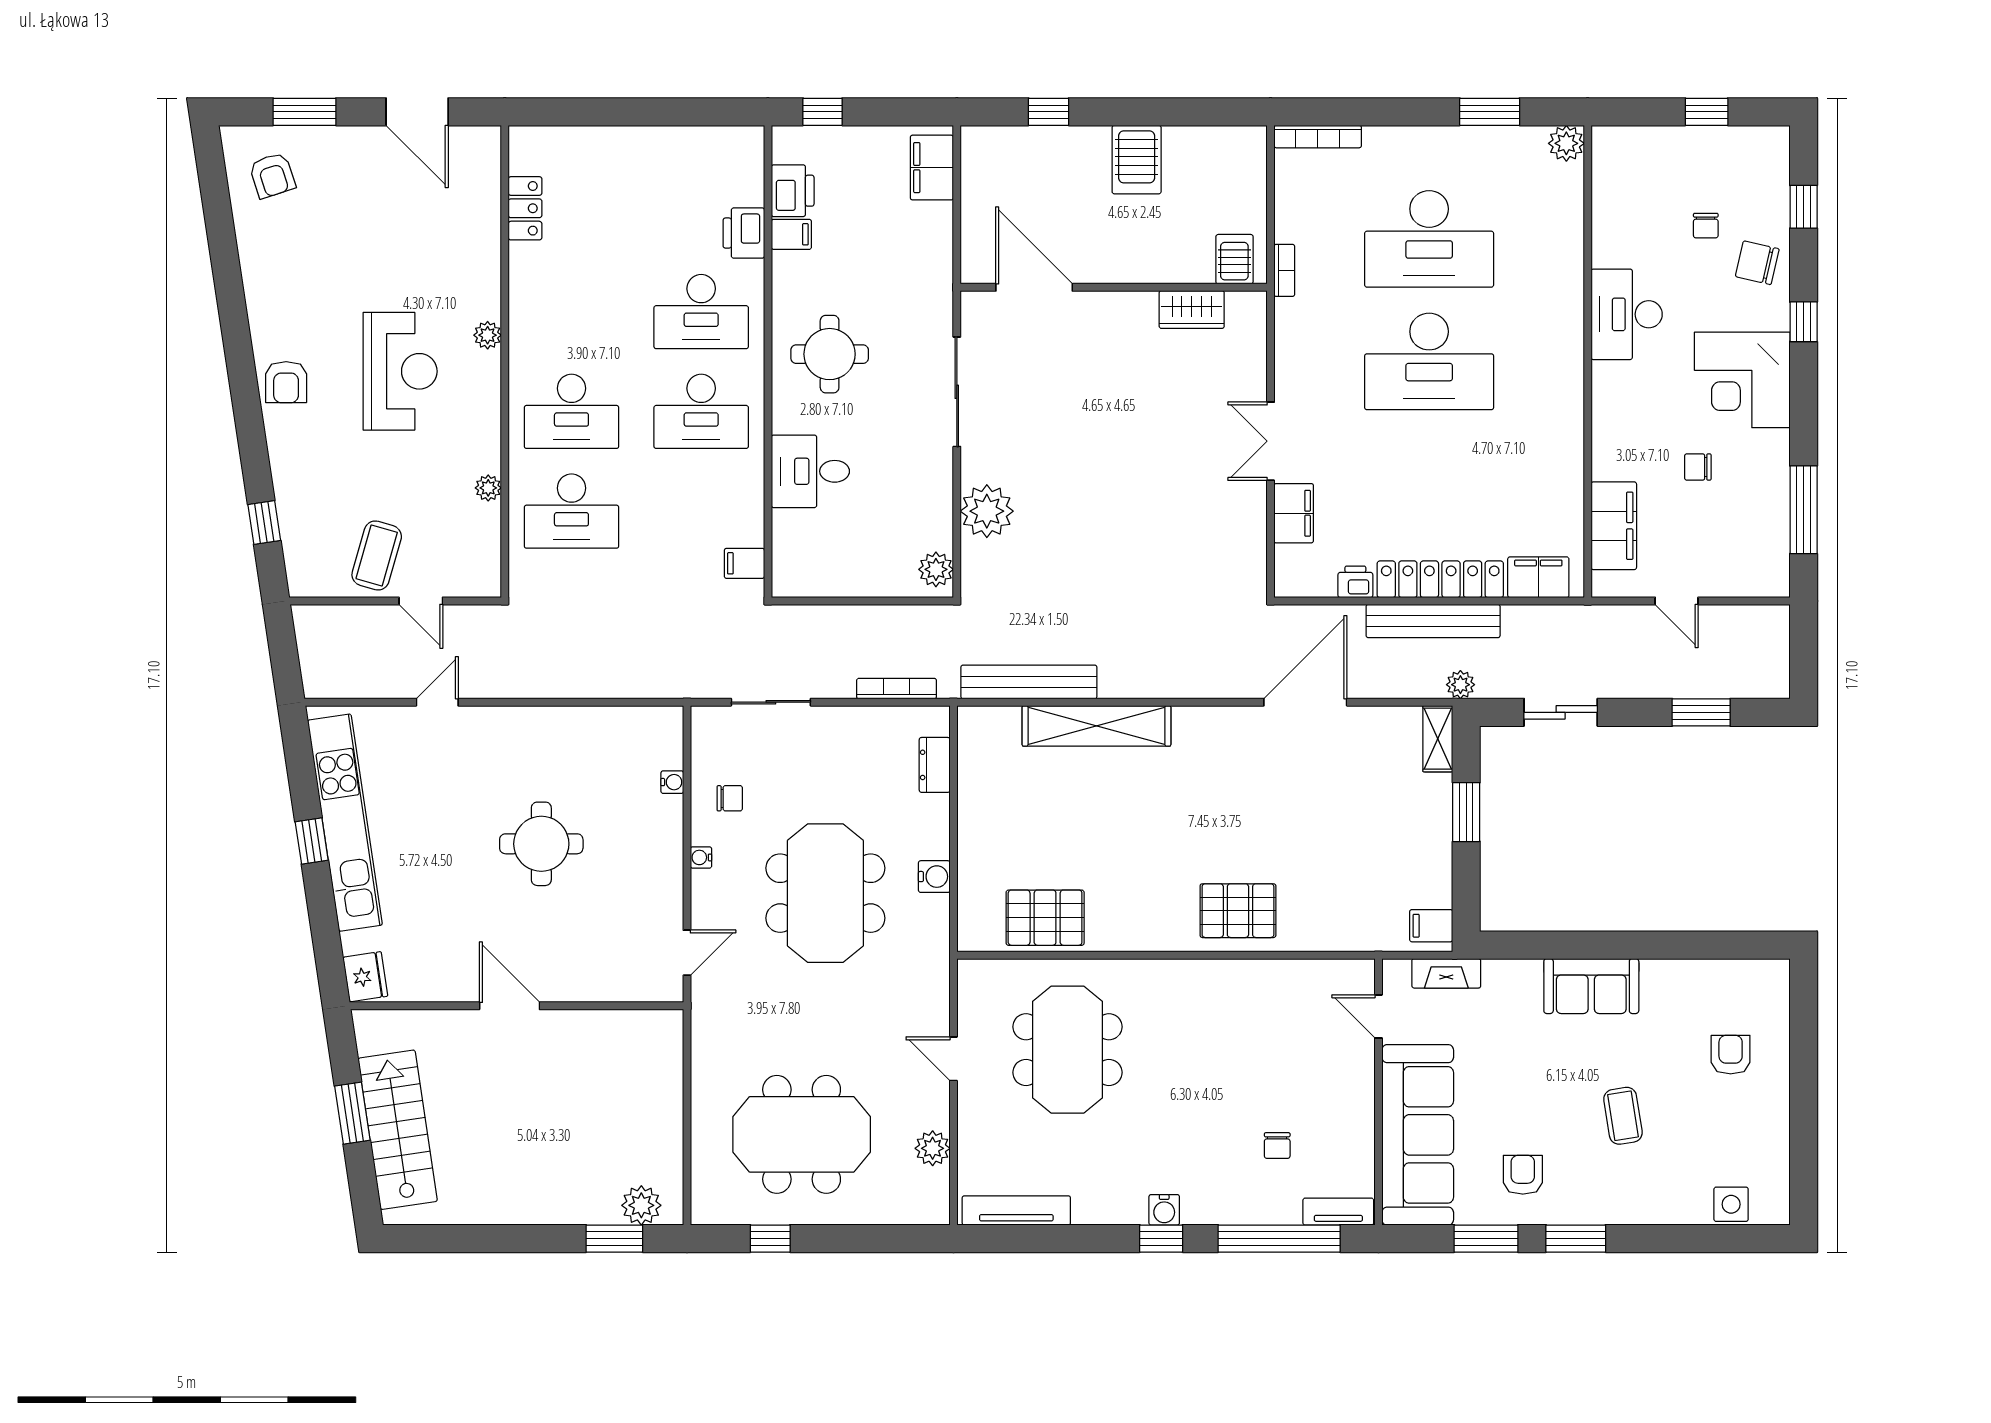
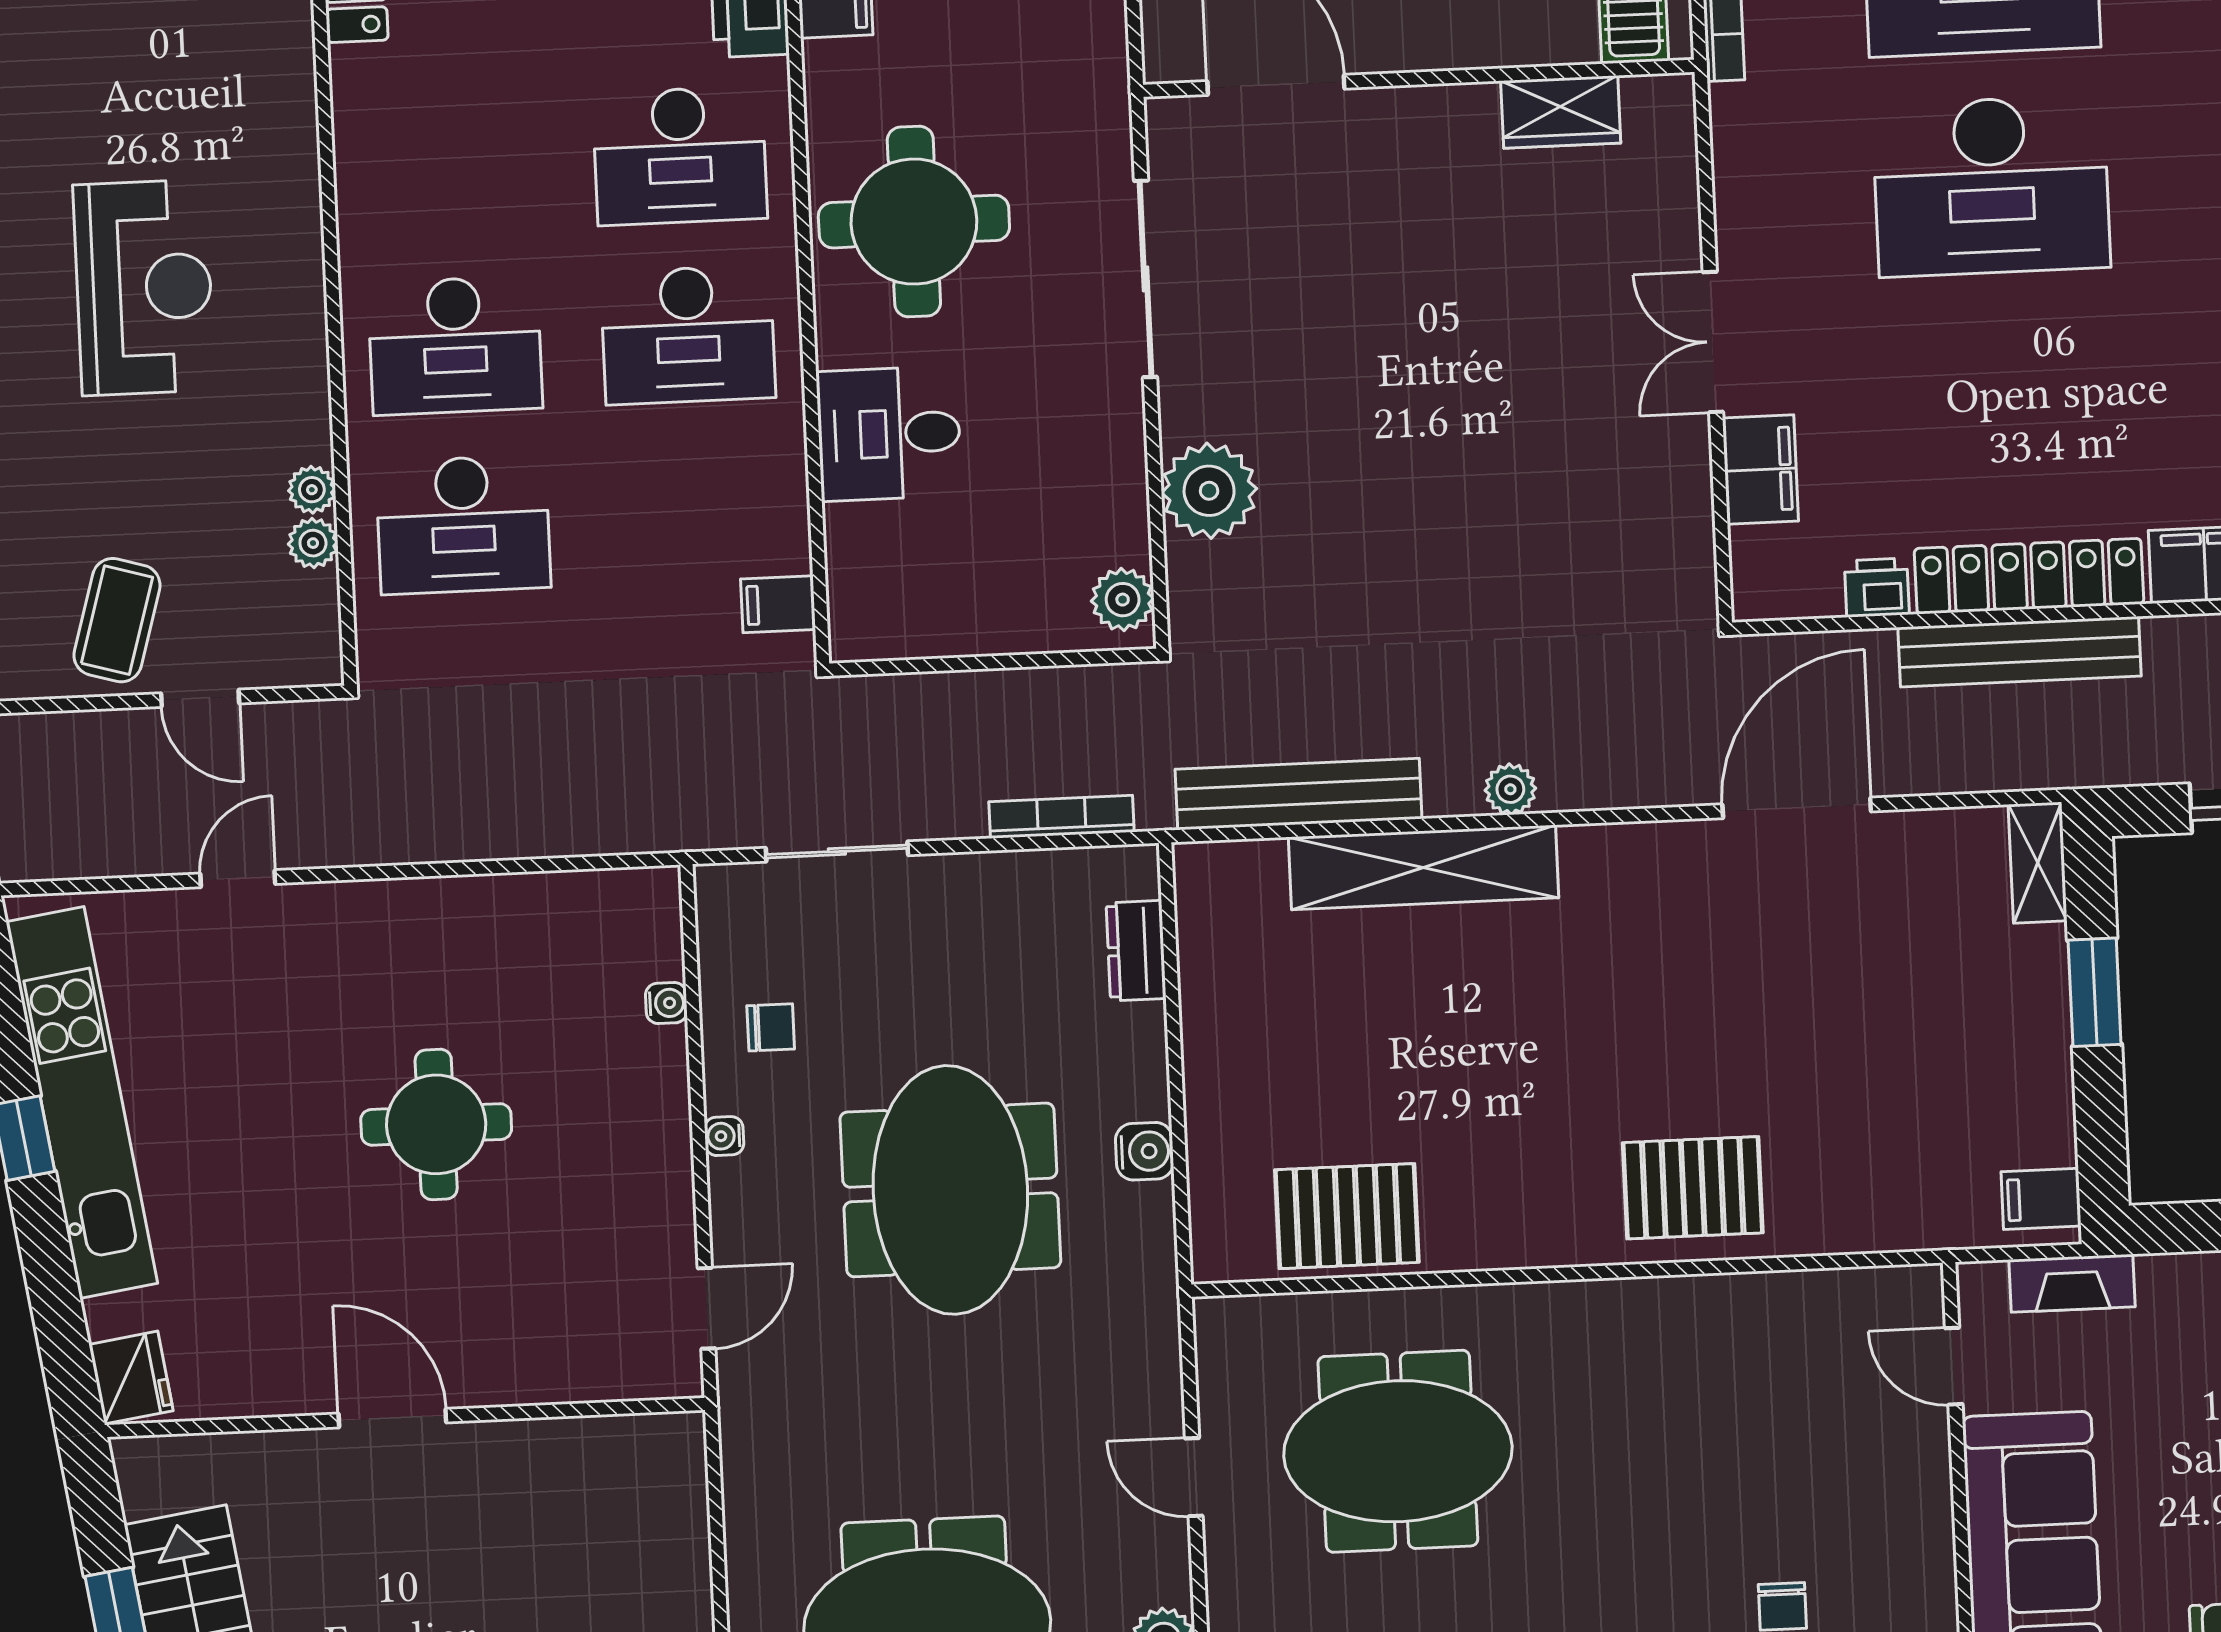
plant: (488, 335) -> (313, 543), moved
round table: (830, 354) -> (914, 222), width x1.36, depth x1.36
plant: (1460, 685) -> (1510, 789), moved
meeting table: (1067, 1050) -> (1398, 1451), turned 90

